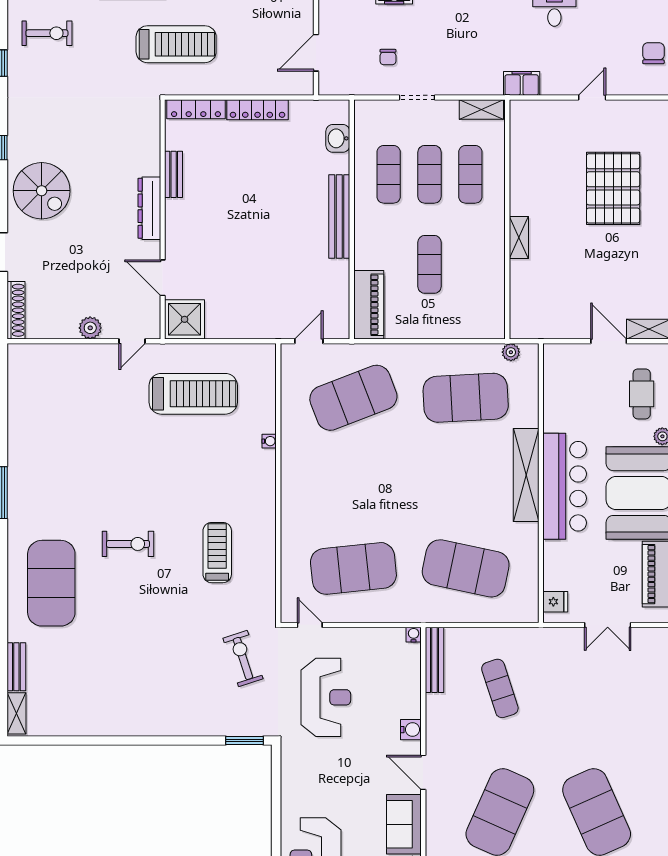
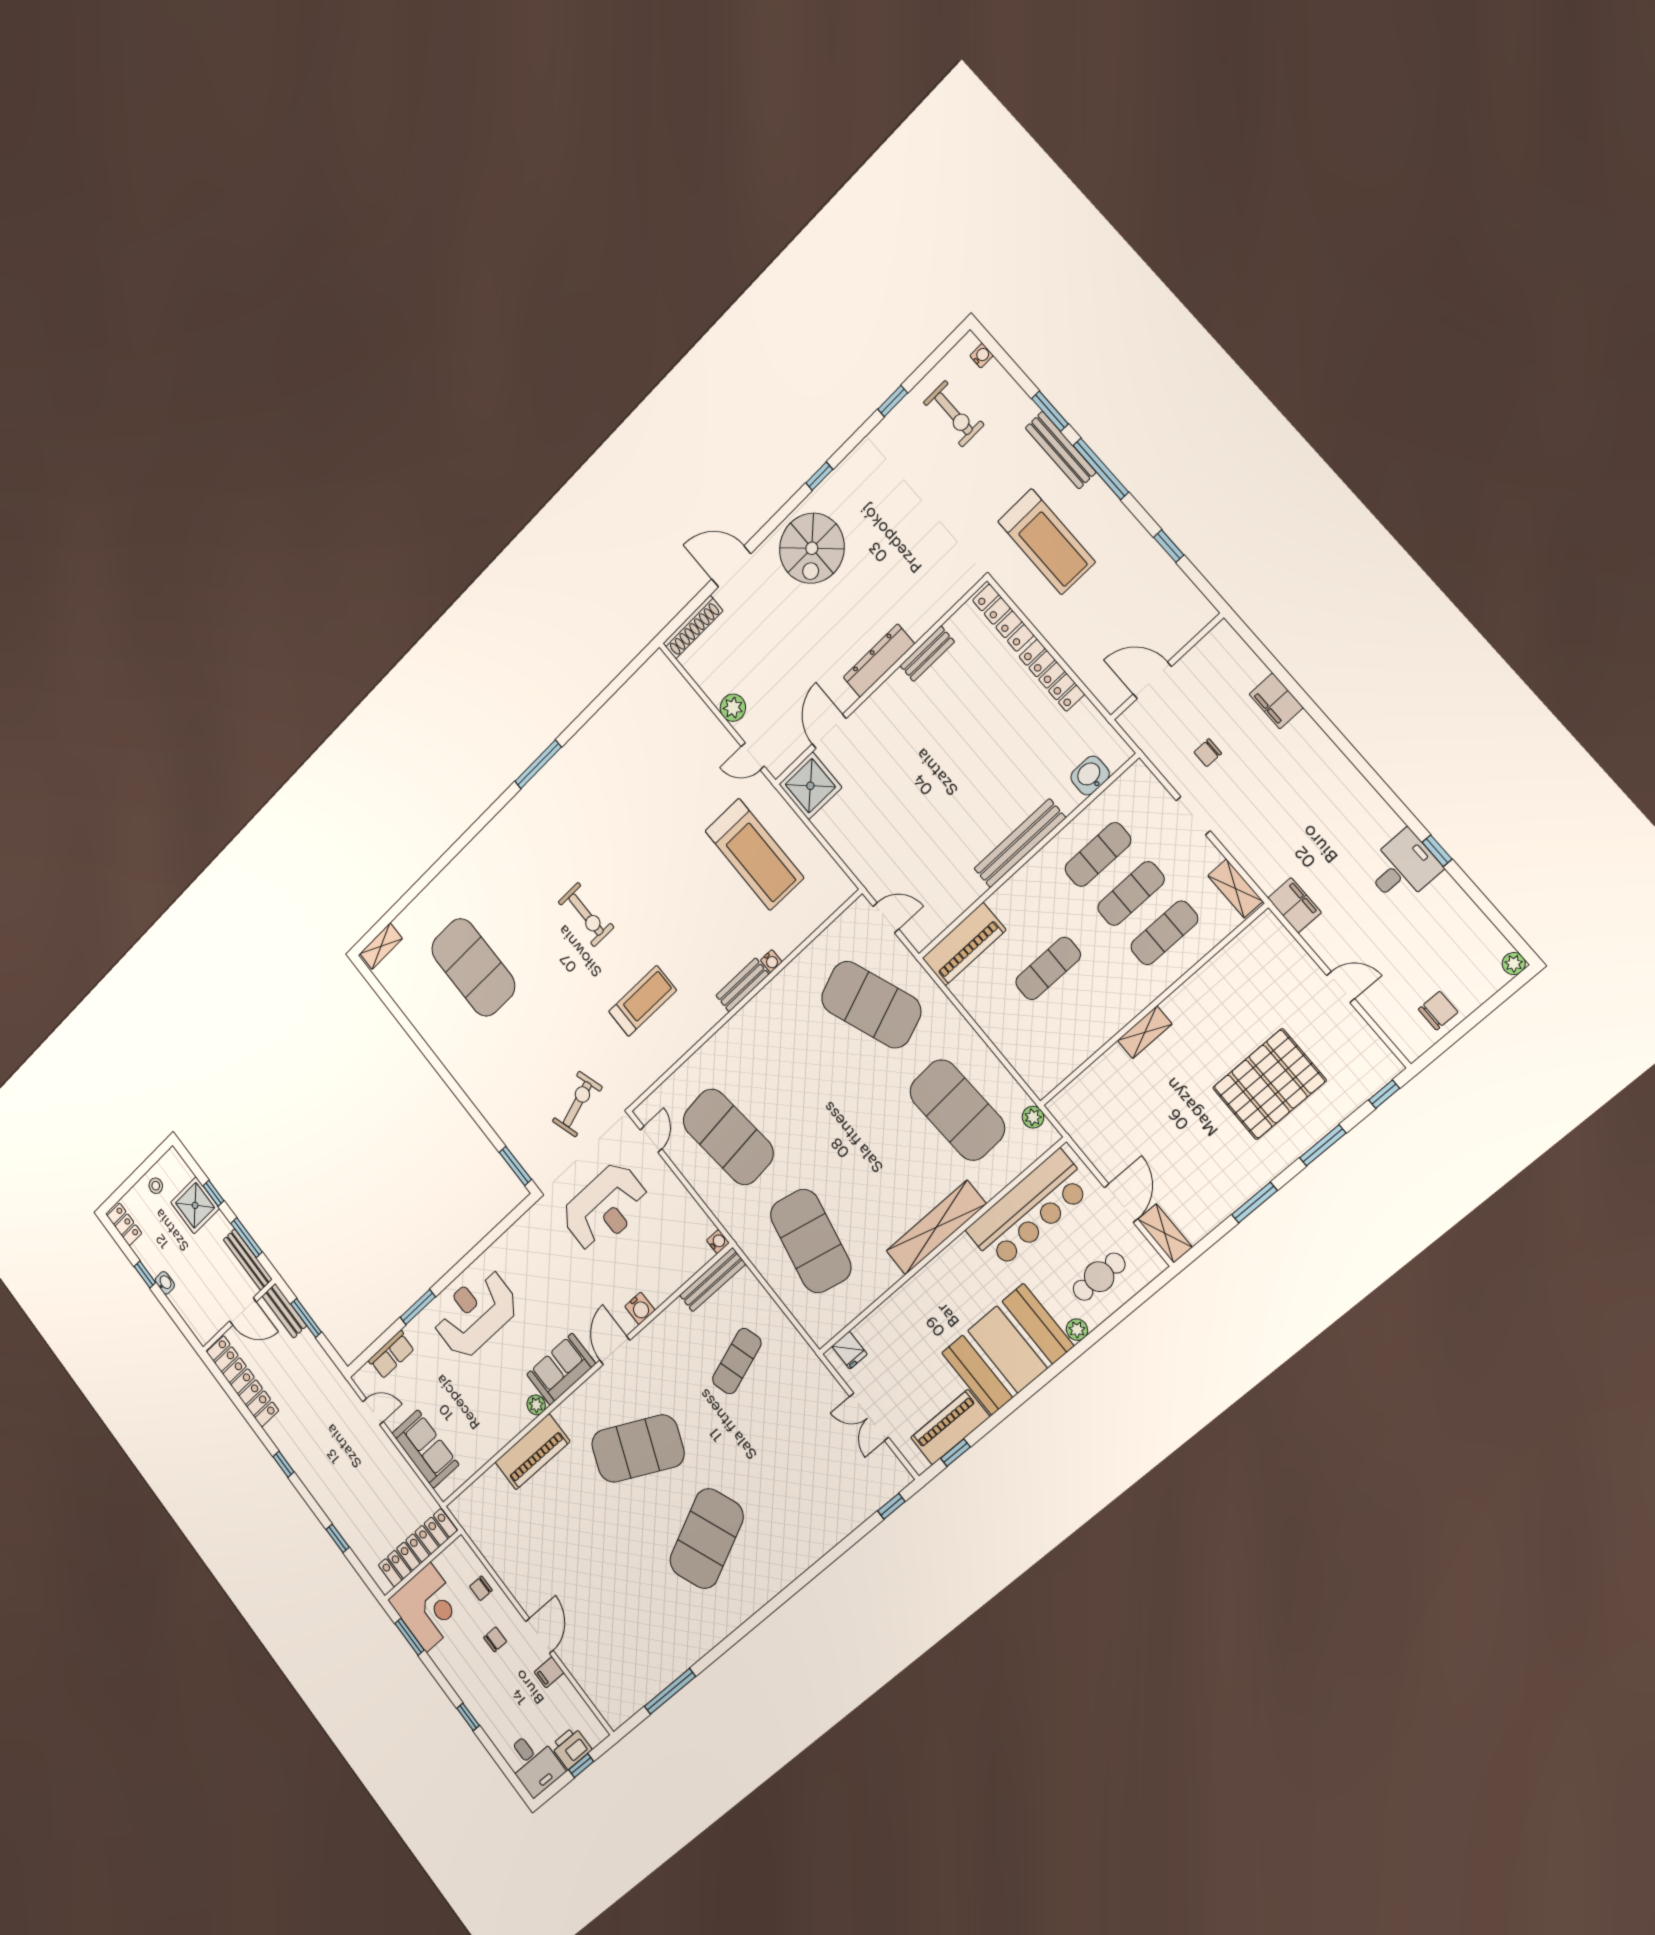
bar counter: (565, 486) -> (1029, 1210), moved
exercise mat: (51, 583) -> (473, 967), moved, turned 90
bench: (16, 667) -> (742, 985), moved

